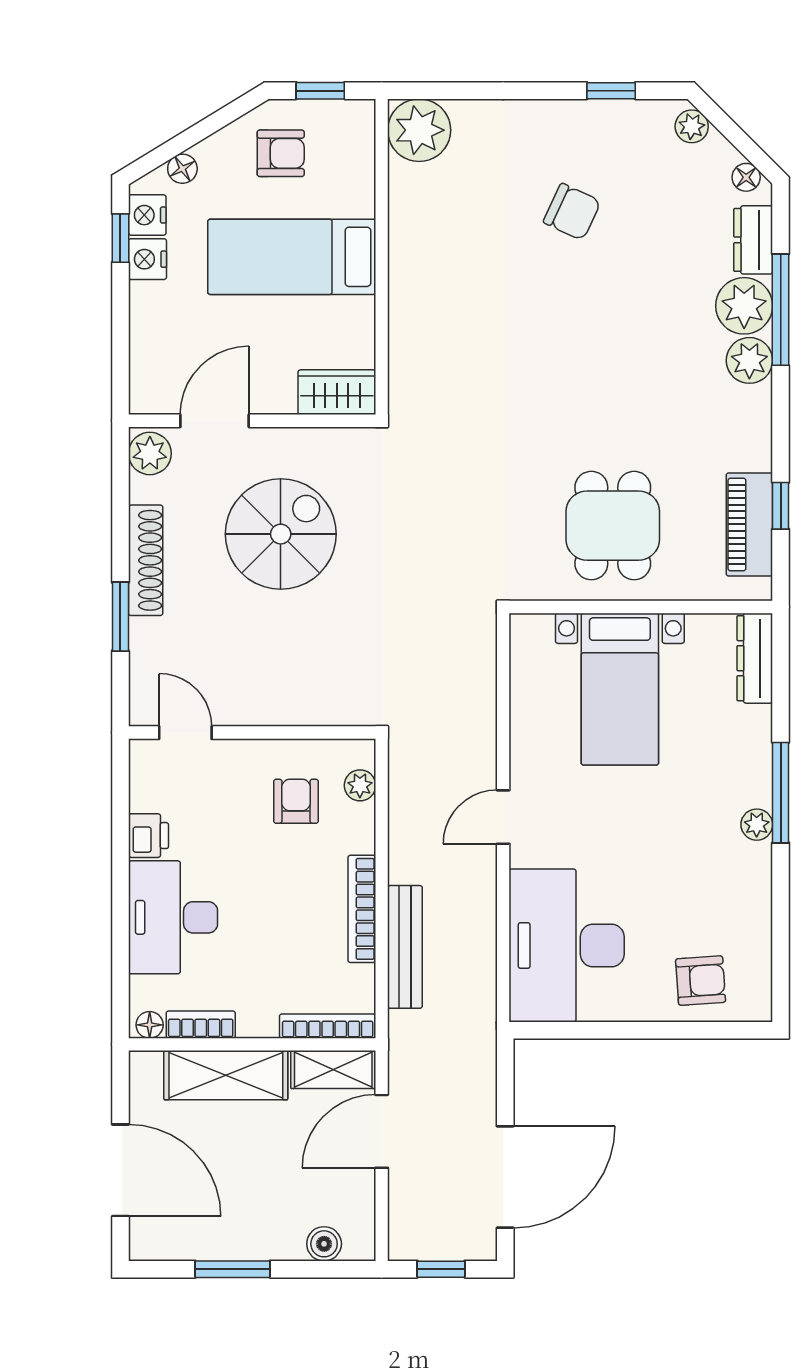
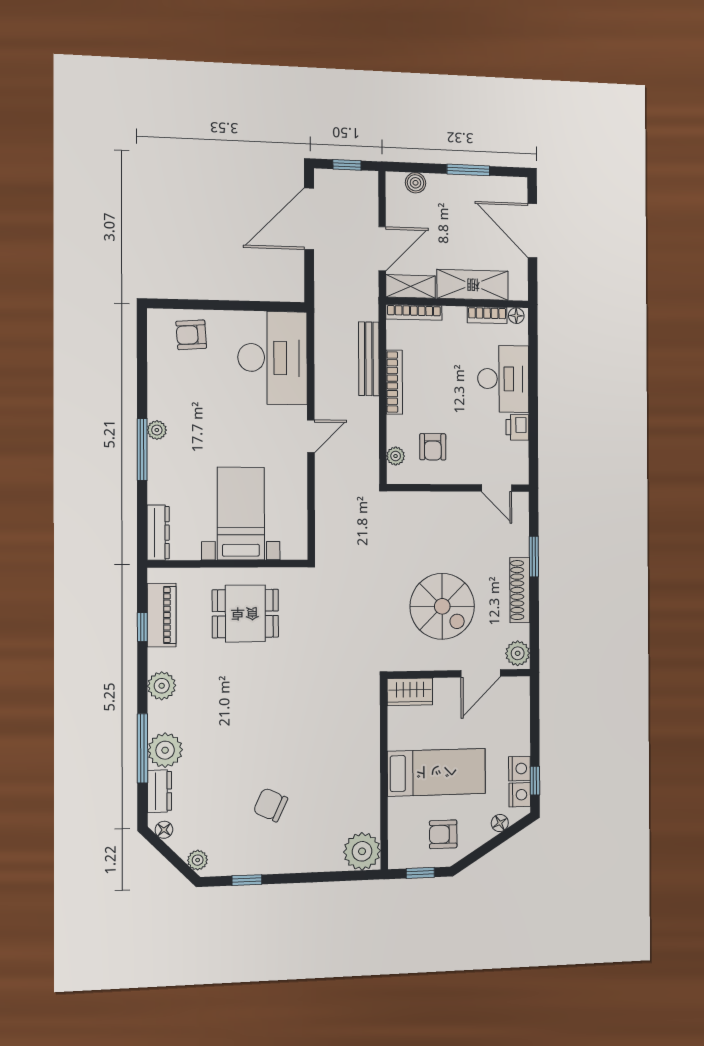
plant: (749, 360) -> (162, 686), moved
dining table: (613, 526) -> (245, 614), turned 90
spiral stairs: (281, 534) -> (442, 606), turned -90

